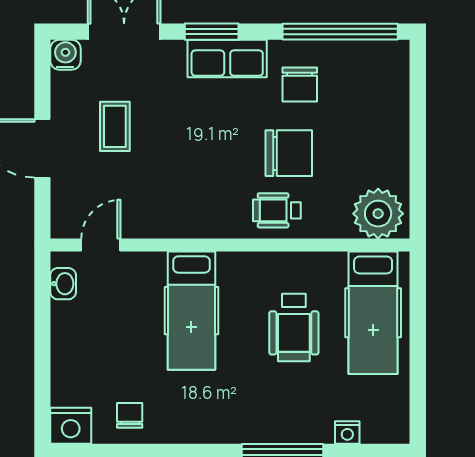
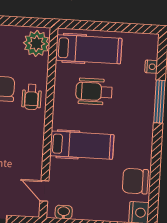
wheelchair: (294, 327) -> (94, 92), turned 180
chair: (130, 415) -> (135, 181), width x1.87, depth x1.87

